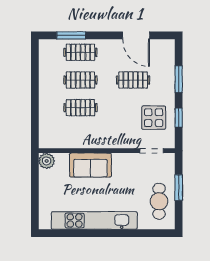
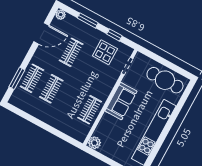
plant: (169, 46) -> (61, 15), added
clothes rail: (80, 108) -> (90, 110), moved
sofa: (90, 165) -> (121, 101), moved
window: (179, 188) -> (163, 61), removed
cafe table: (159, 201) -> (165, 80), width x1.37, depth x1.35

